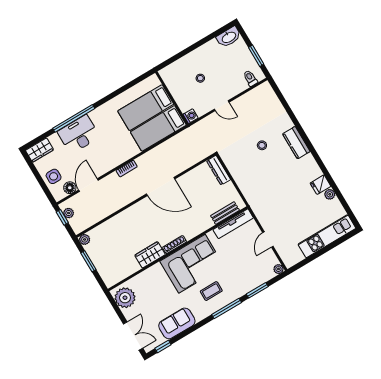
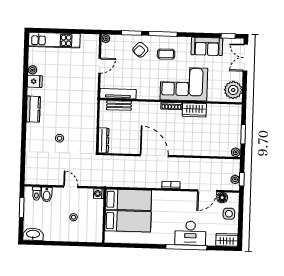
bidet: (240, 83) -> (47, 195), added
kitchen counter: (296, 143) -> (33, 109), moved
corner sofa: (192, 264) -> (184, 84), moved
armchair: (239, 279) -> (140, 50), added

